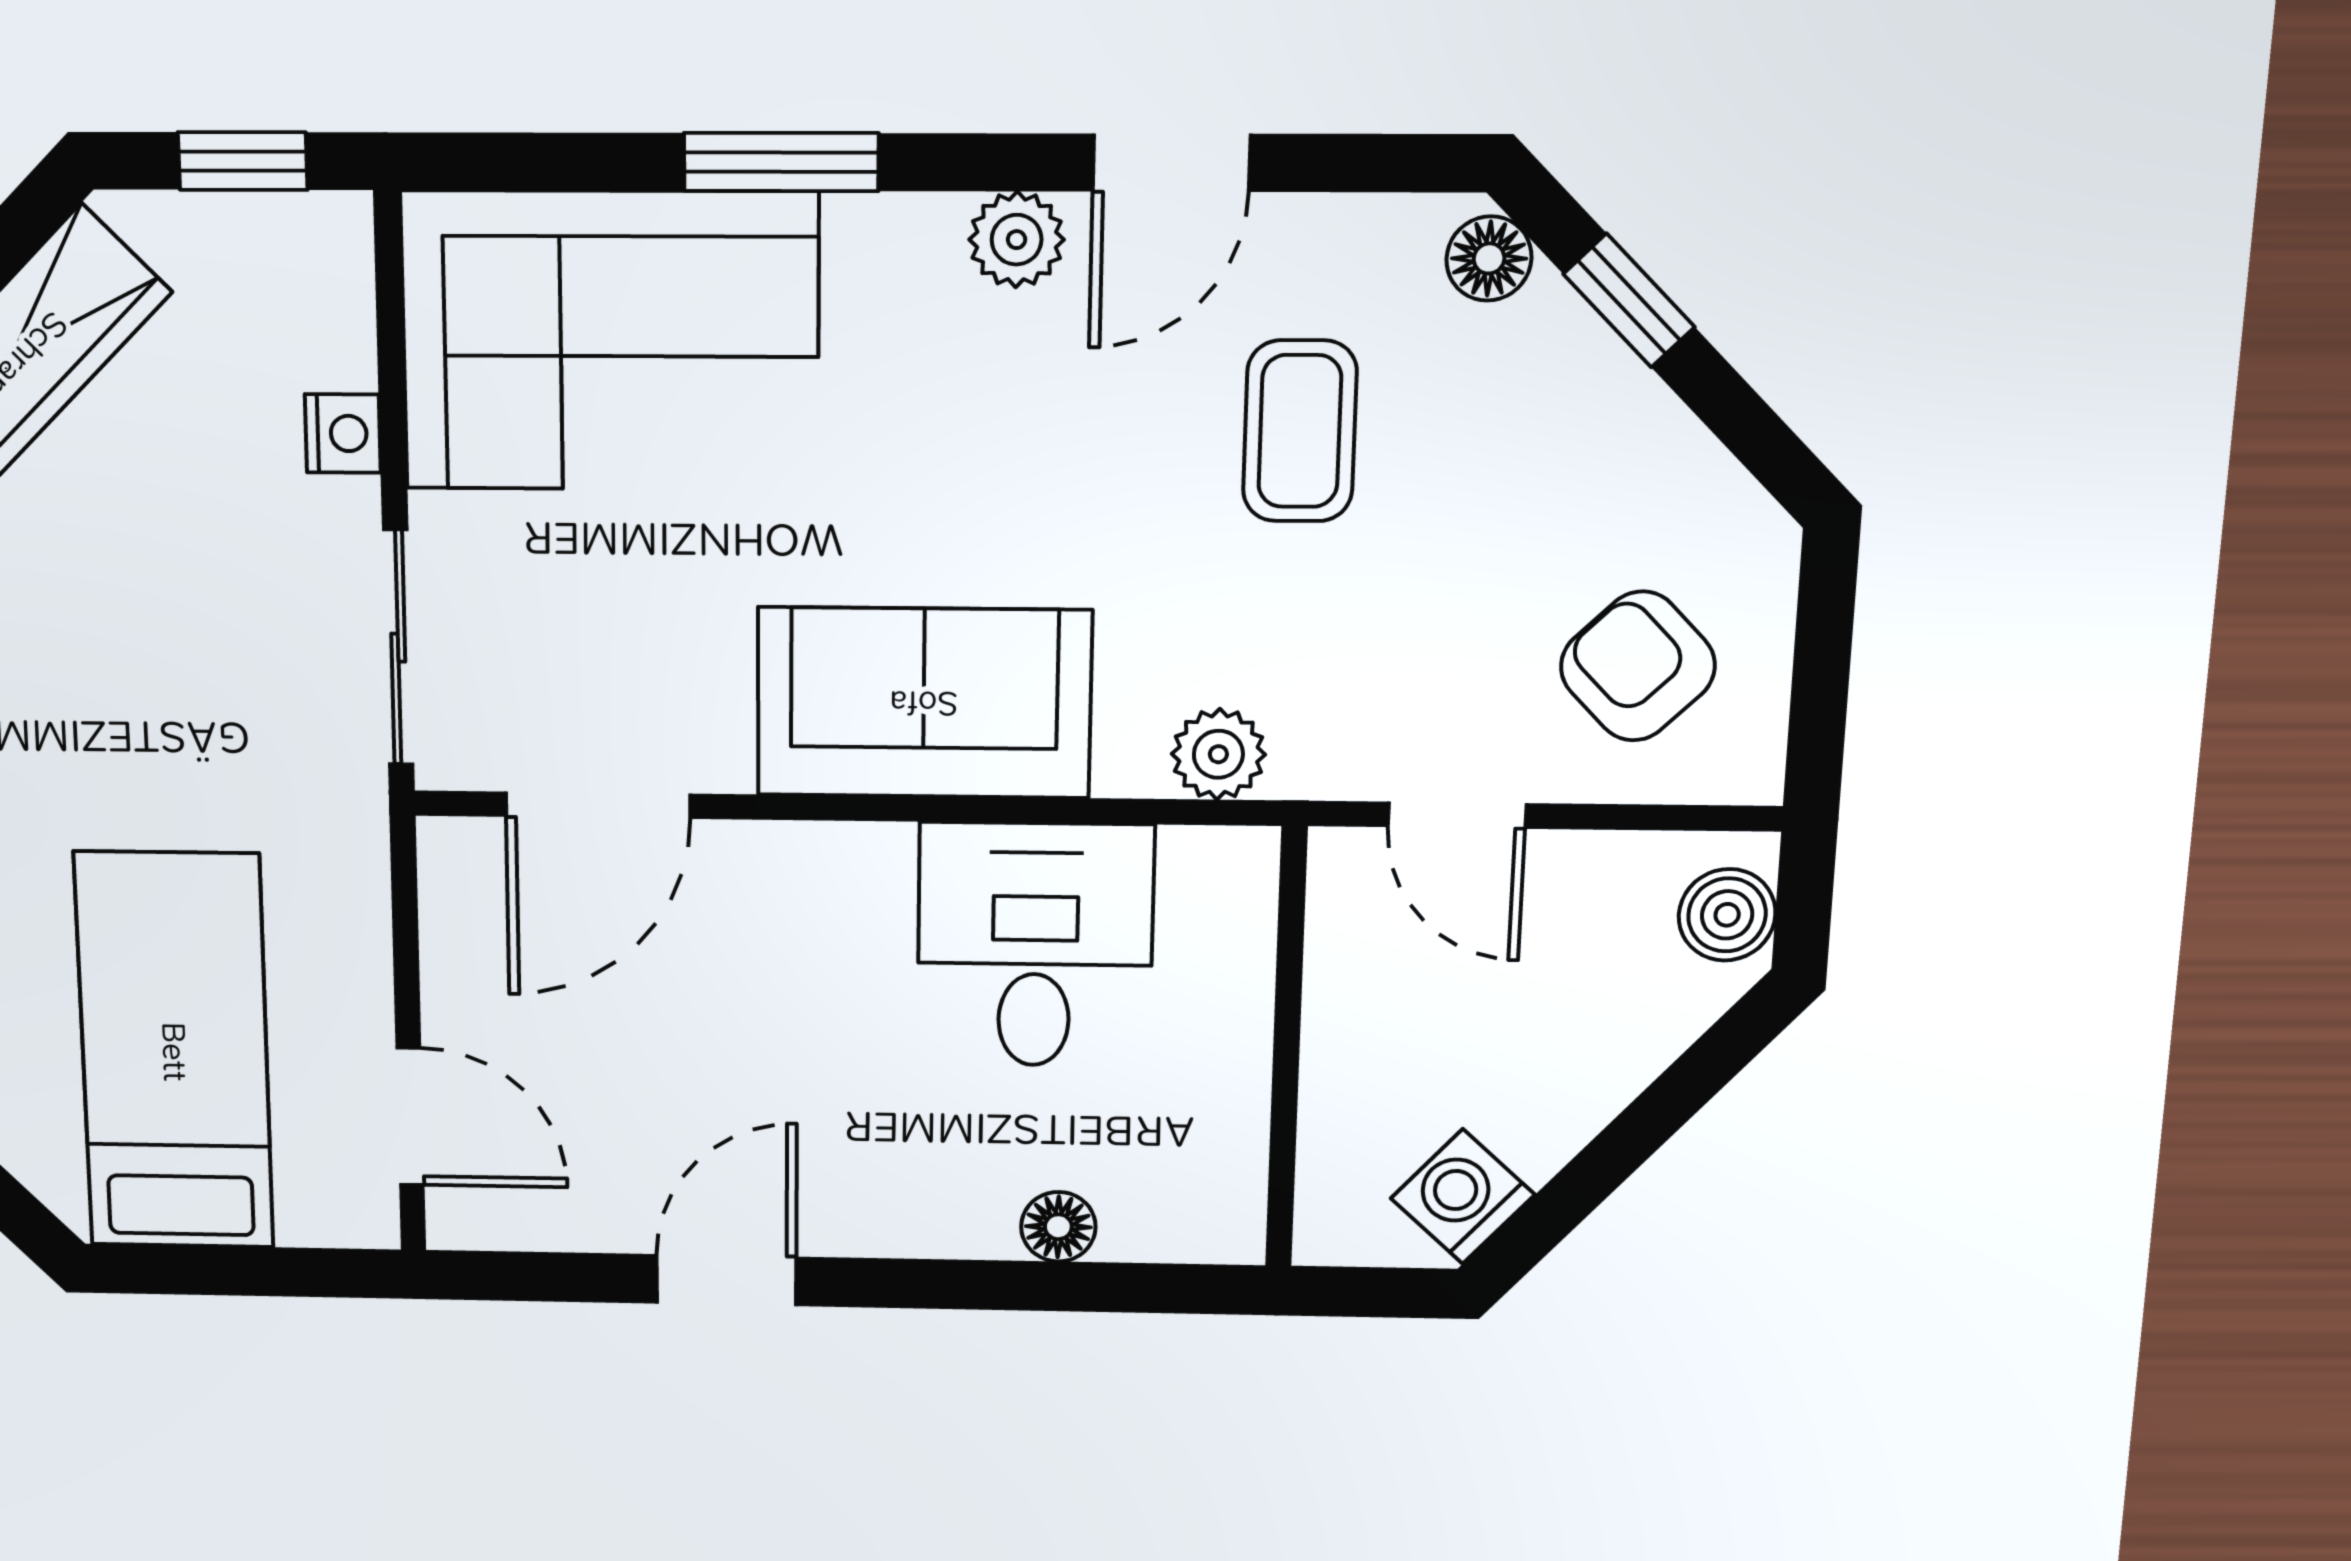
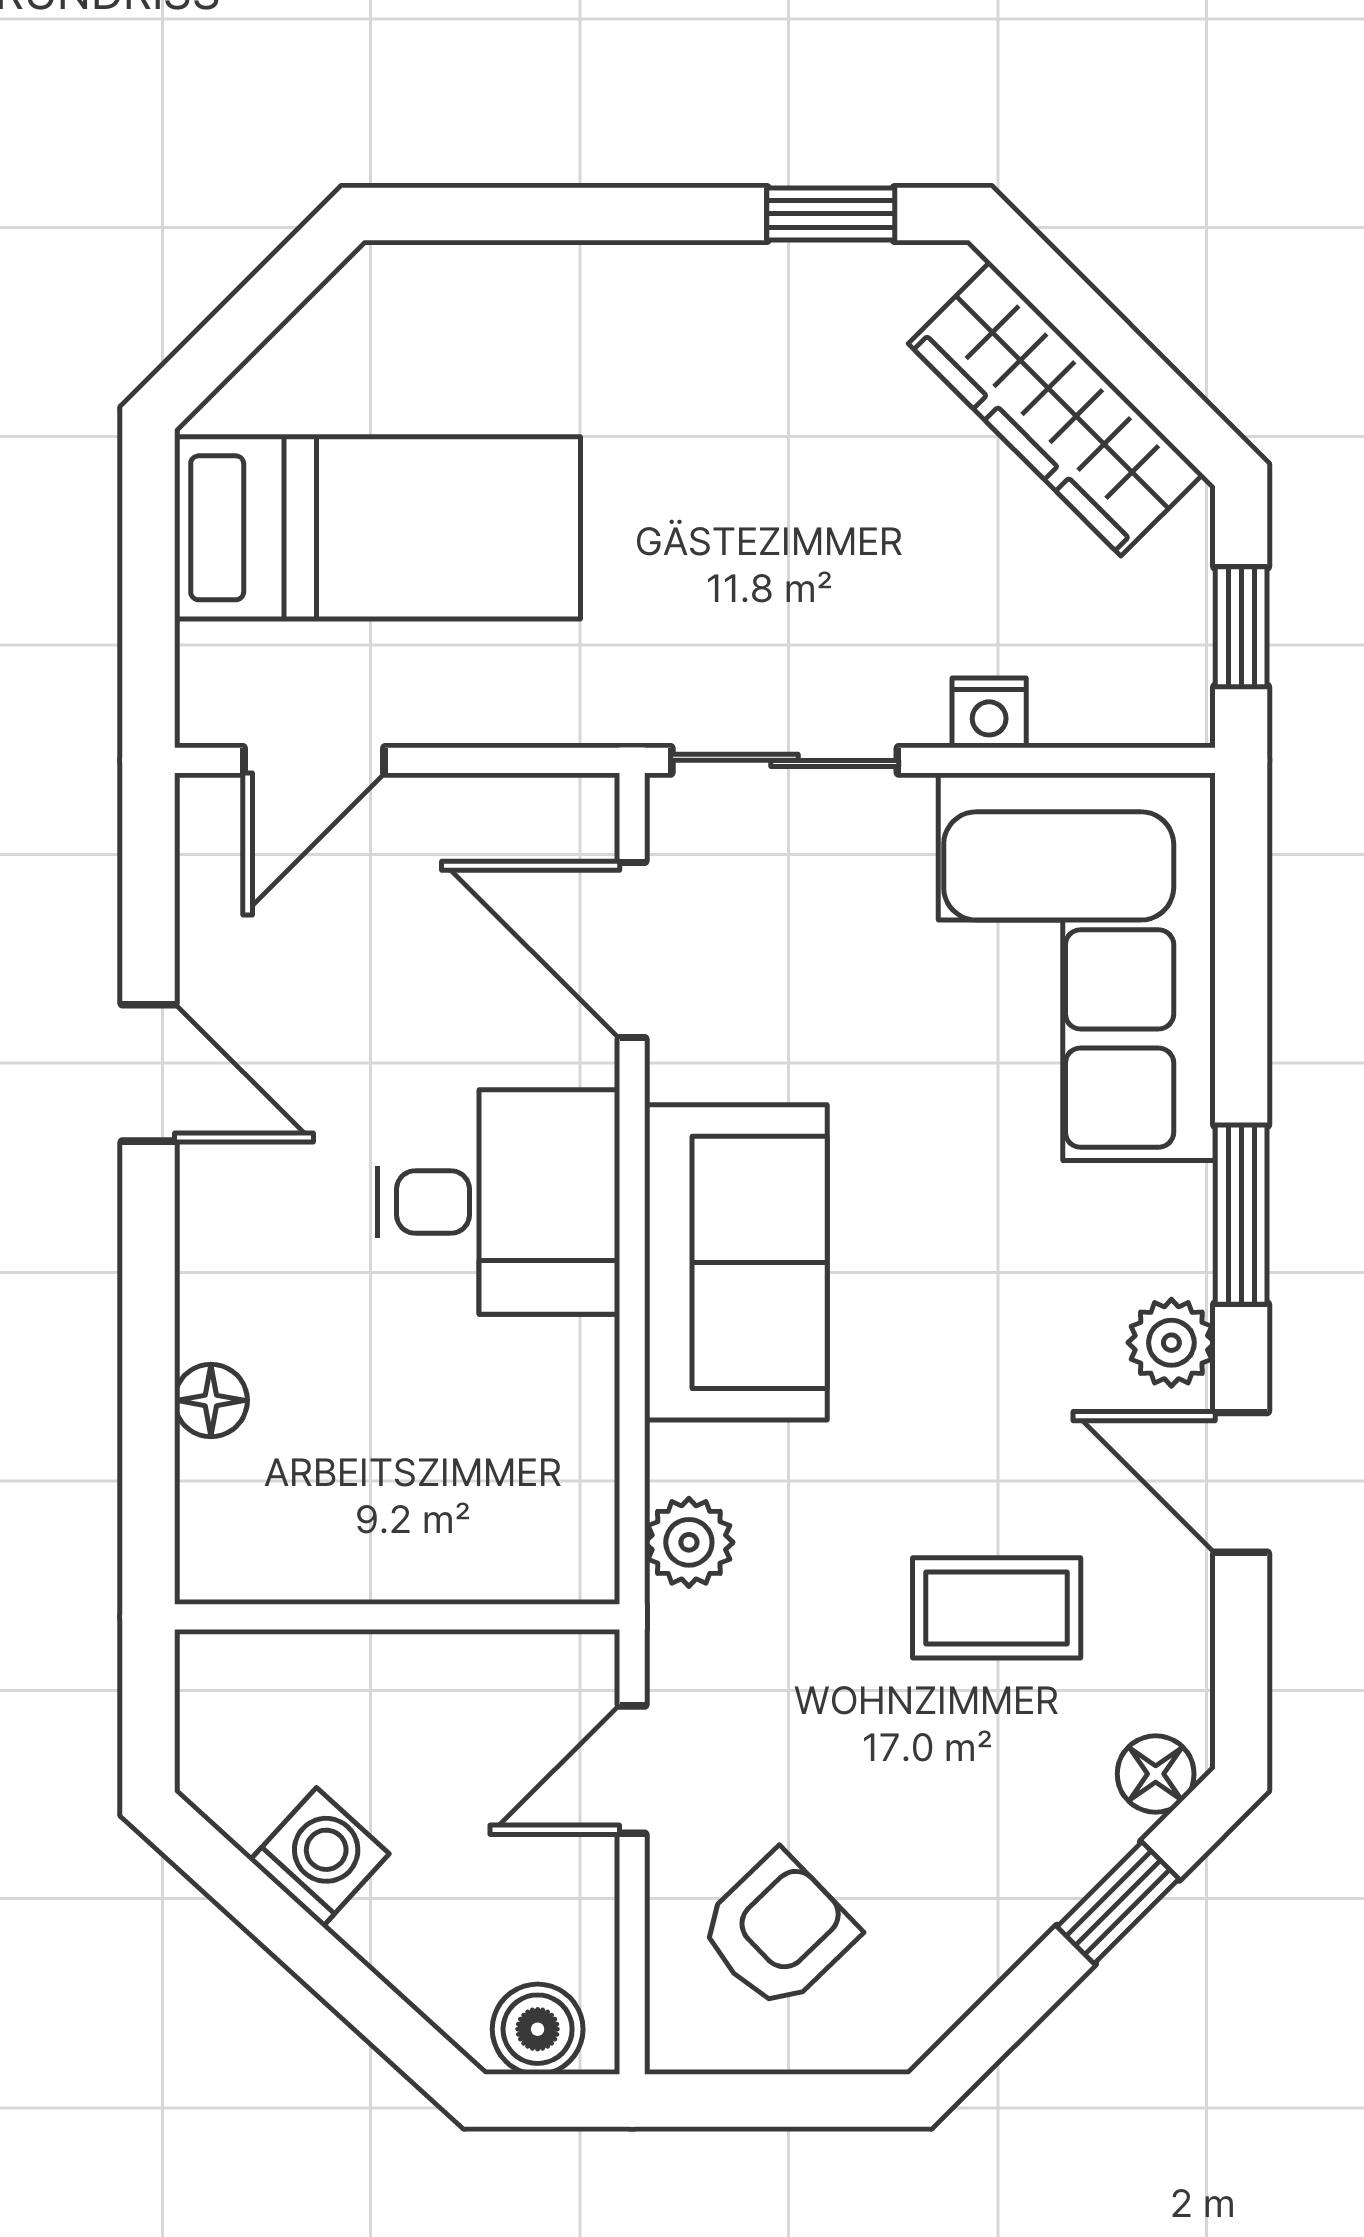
window: (781, 162) -> (1241, 1215), moved
desk: (1035, 945) -> (498, 1202), moved
washing machine: (1463, 1197) -> (320, 1857), moved

